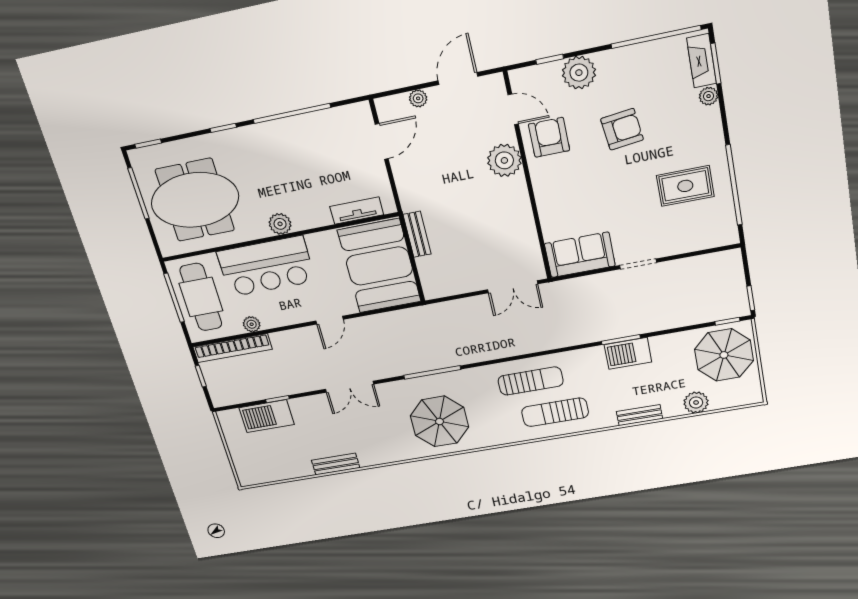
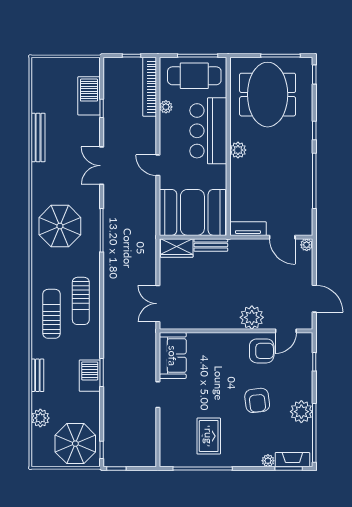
plant: (579, 73) -> (301, 412), moved
plant: (418, 98) -> (307, 245), moved
tv unit: (357, 211) -> (248, 229), moved, turned -90
wardrobe: (432, 277) -> (177, 248), added
bench: (336, 464) -> (38, 138), width x1.36

